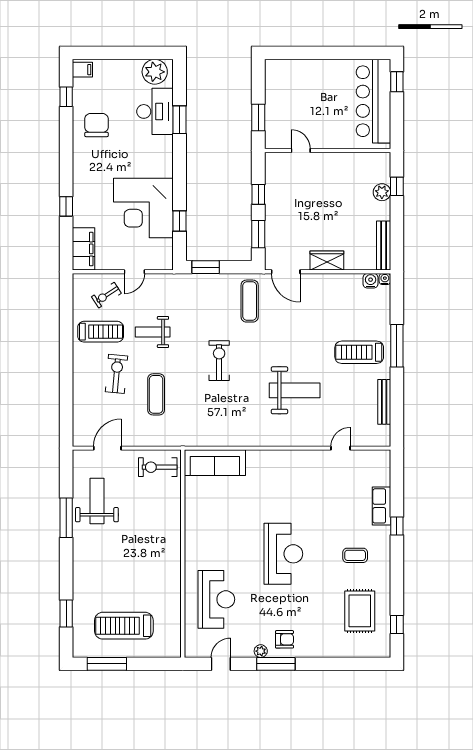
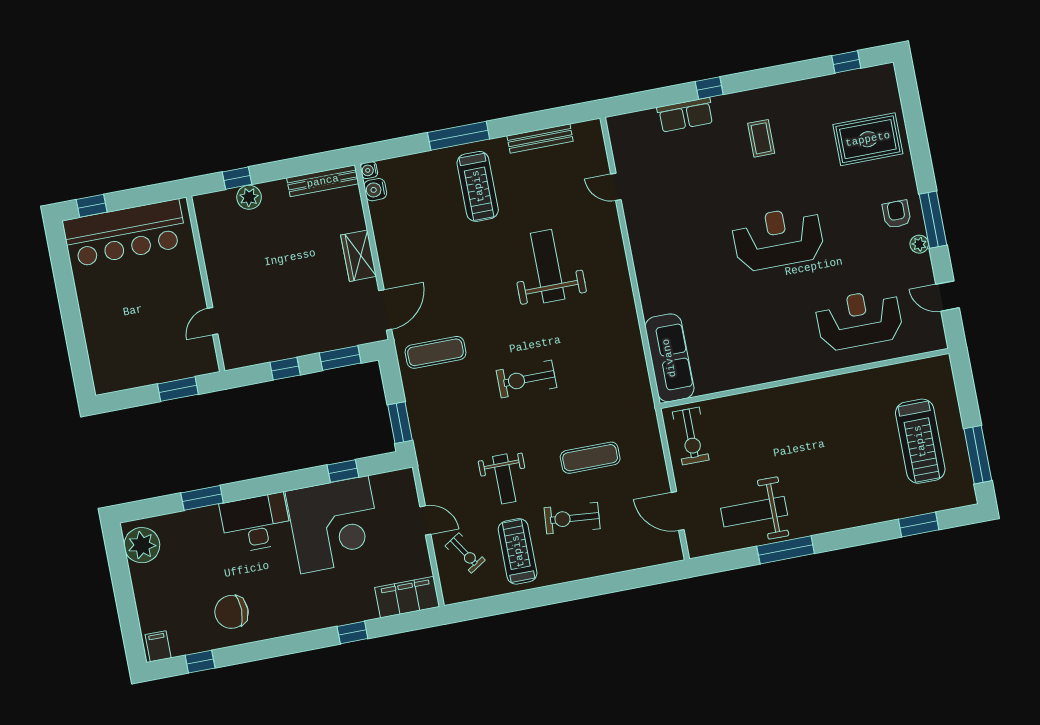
desk: (155, 111) -> (256, 523), moved
rug: (360, 611) -> (868, 139), moved

